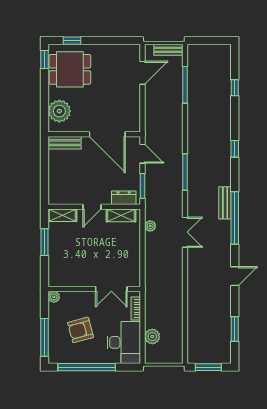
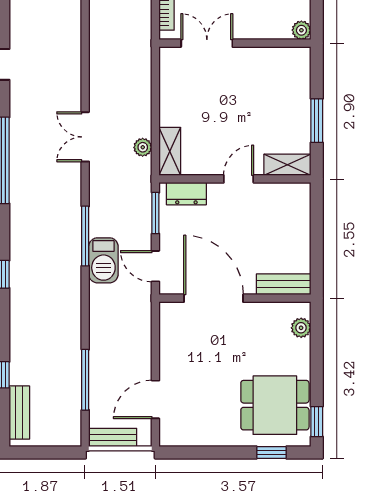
plant: (59, 111) -> (301, 328), width x0.53, depth x0.53
barbecue: (174, 157) -> (103, 260), added
bench: (225, 203) -> (19, 413), moved
shelving: (121, 215) -> (170, 151), moved, turned 90

